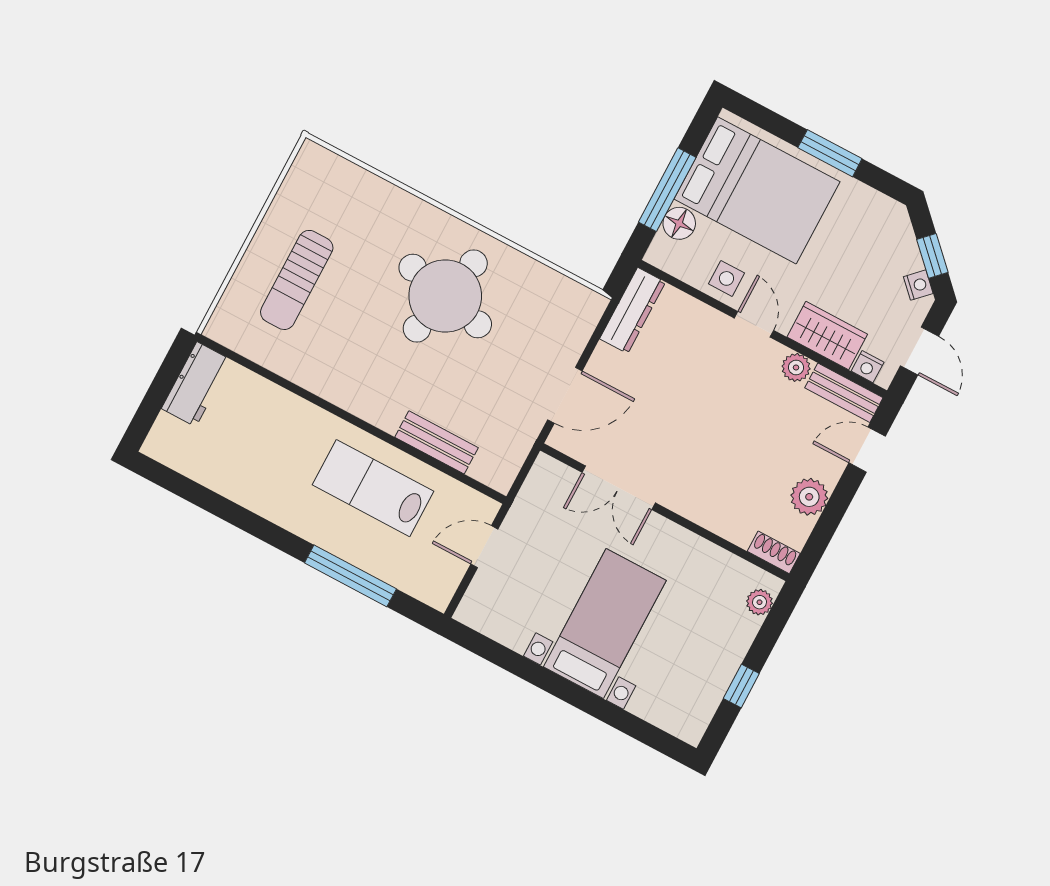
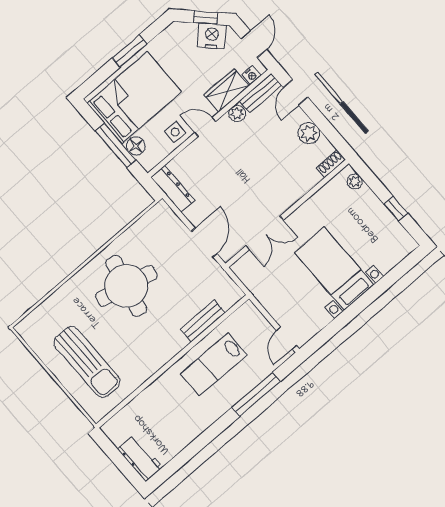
sun lounger: (297, 280) -> (87, 362), width x1.36, depth x1.34
nightstand: (918, 285) -> (212, 36), width x1.89, depth x1.79
door: (920, 351) -> (254, 44), hinge flipped
workbench: (196, 384) -> (140, 458), moved
door: (484, 547) -> (286, 338), moved

